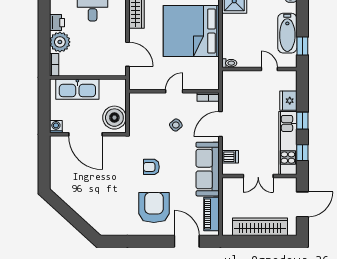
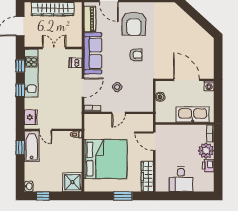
bathtub: (287, 33) -> (32, 146), moved
fridge: (288, 101) -> (31, 117), moved
boiler: (114, 118) -> (160, 97), width x0.54, depth x0.54

